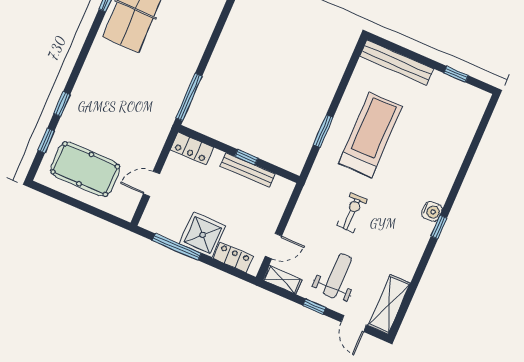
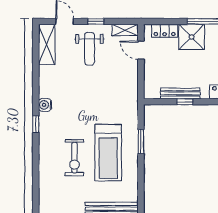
water cooler: (432, 211) -> (45, 105), moved
exercise bike: (352, 213) -> (74, 158), moved, width x1.38, depth x1.39
window: (439, 227) -> (36, 124), moved
door: (273, 246) -> (141, 50), hinge flipped

